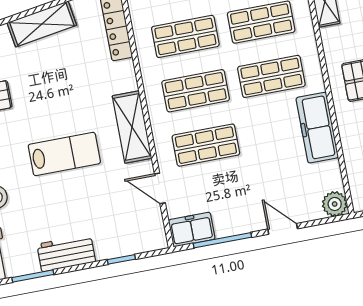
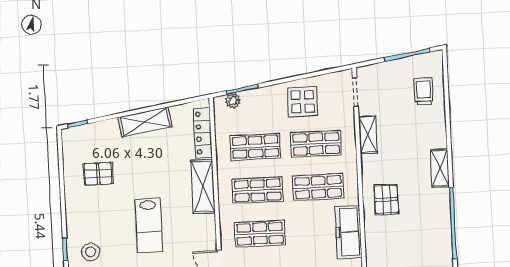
shelving: (132, 127) -> (203, 186), moved
lab bench: (64, 154) -> (149, 226), turned 90

